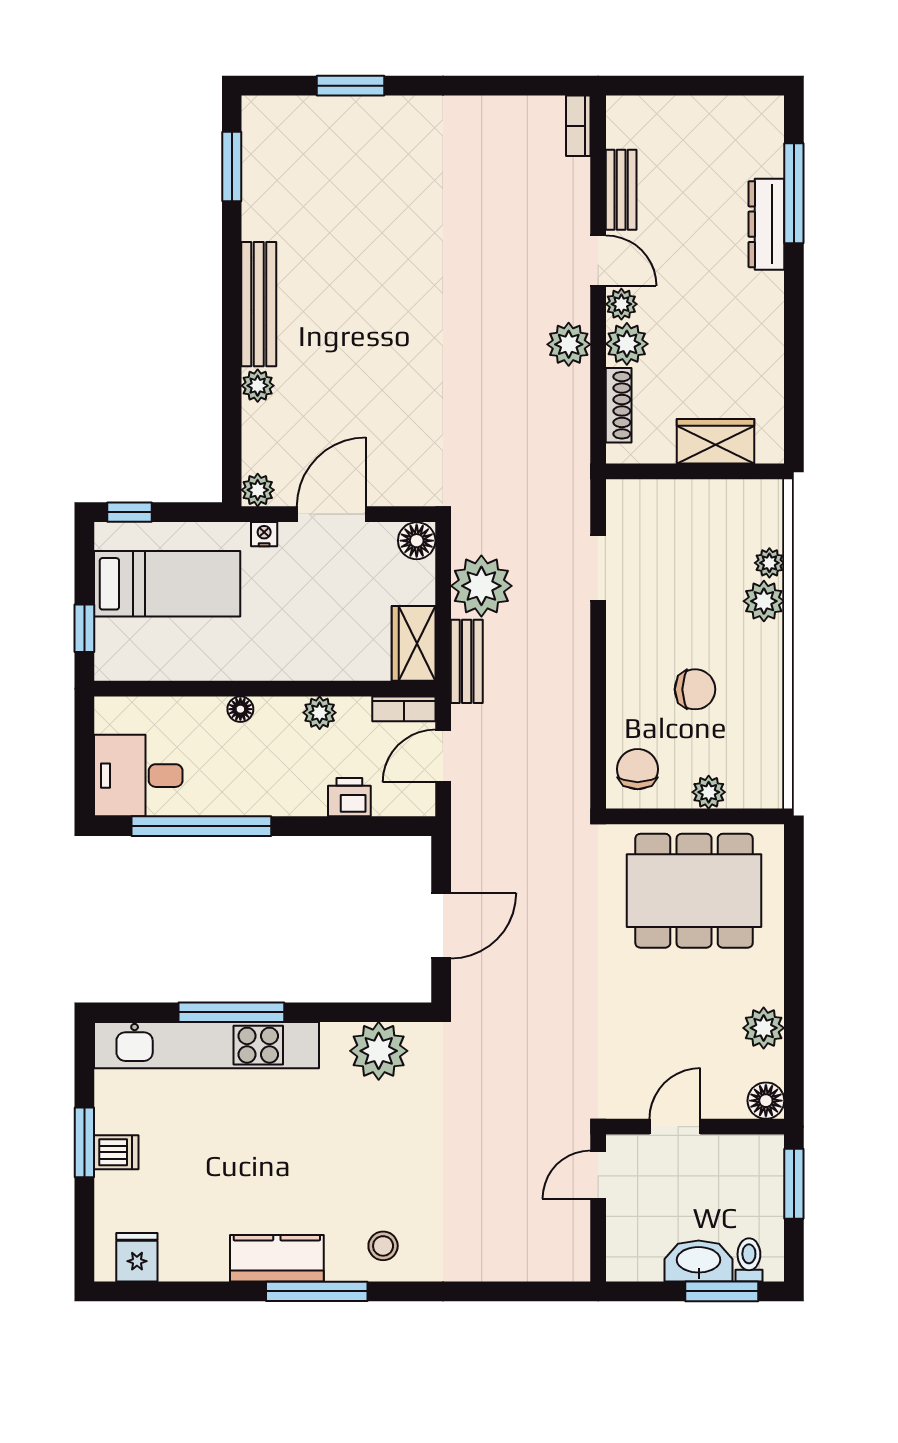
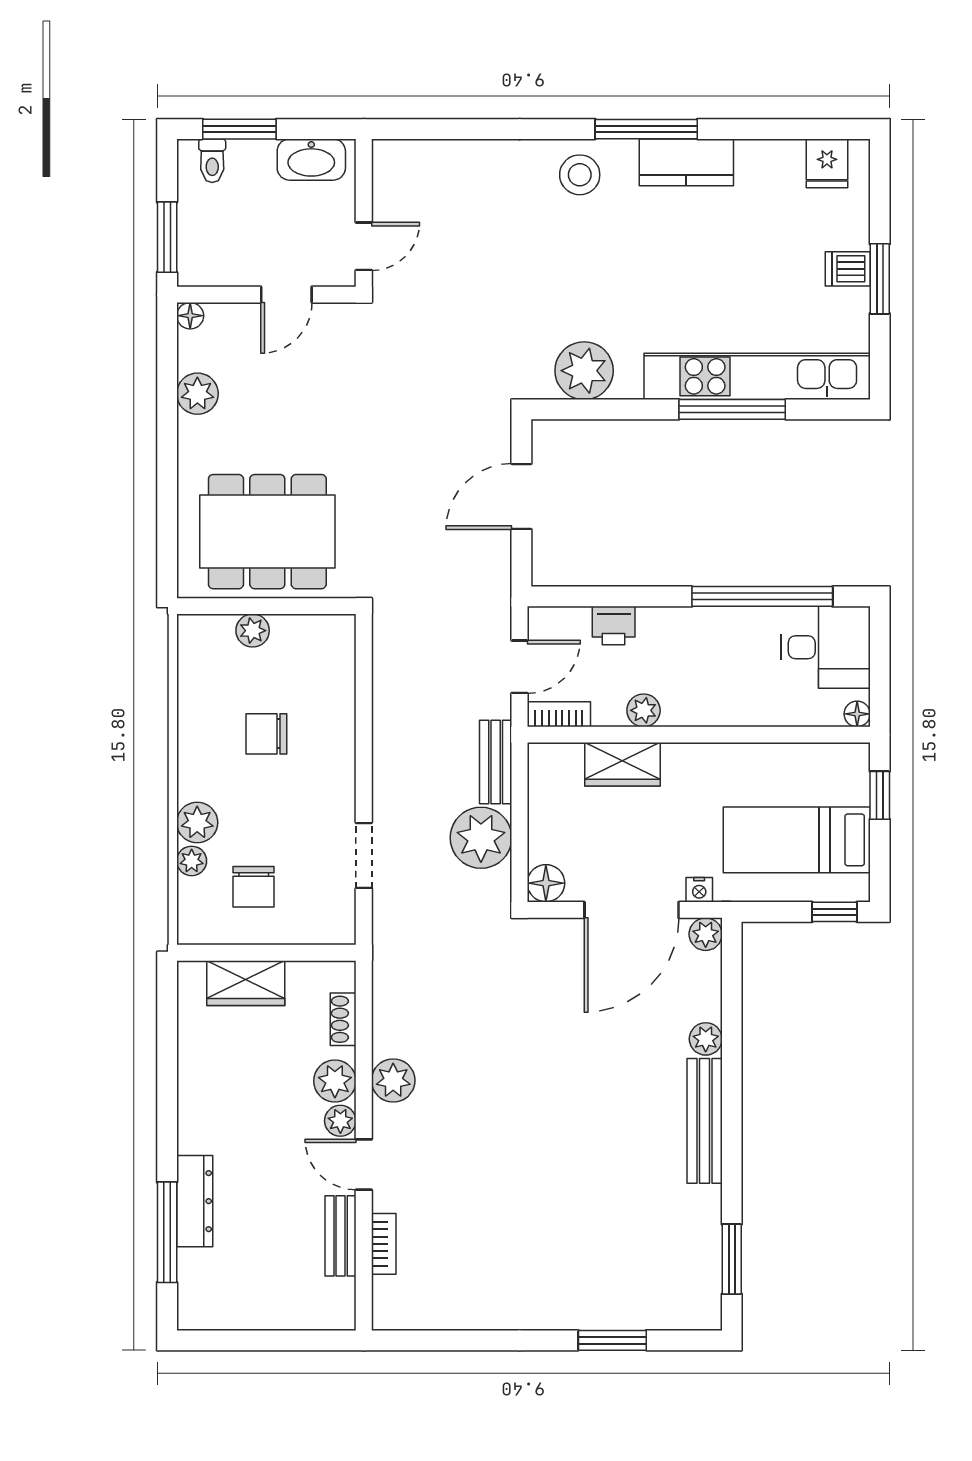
bookcase: (578, 126) -> (384, 1244), moved
shoe rack: (619, 405) -> (343, 1019), width x0.70
door: (331, 514) -> (632, 910), width x1.36
wardrobe: (414, 643) -> (622, 764), moved, turned 90
floor lamp: (240, 709) -> (857, 714), moved
chair: (638, 769) -> (254, 887), moved
floor lamp: (766, 1101) -> (190, 316), width x0.73, depth x0.73
stool: (383, 1246) -> (580, 175), width x1.37, depth x1.37
washbasin: (699, 1261) -> (311, 160), moved

